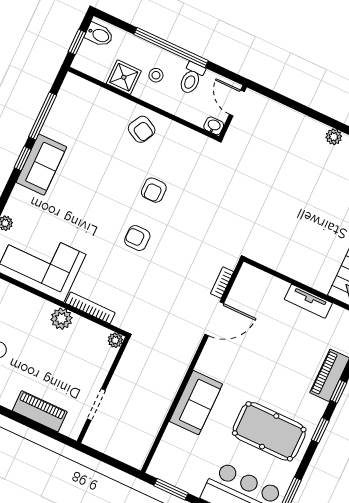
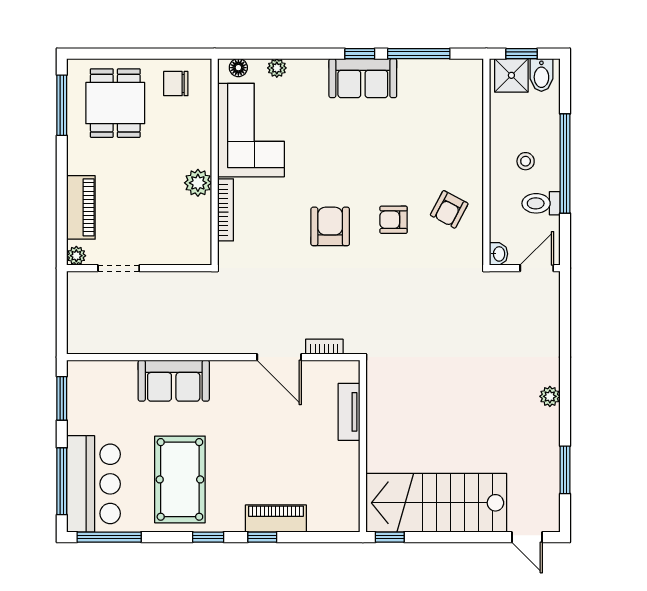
shower: (124, 77) -> (511, 75), moved
armchair: (142, 129) -> (449, 209), moved
armchair: (137, 238) -> (330, 226), width x1.38, depth x1.38
tv unit: (308, 301) -> (349, 412), moved
plant: (115, 340) -> (76, 256), moved

